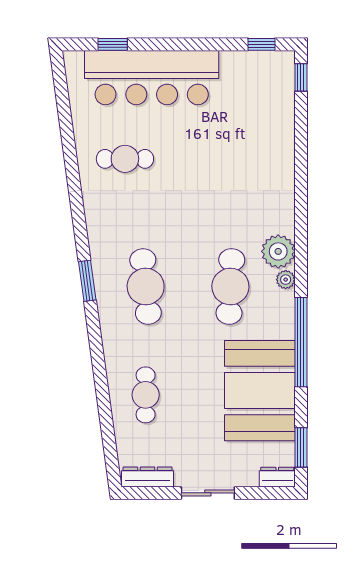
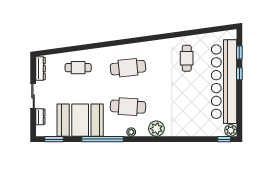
window: (261, 44) -> (239, 74), moved
plant: (282, 63) -> (231, 130), added
bar counter: (152, 78) -> (224, 82), width x1.36
plant: (278, 251) -> (156, 129), moved
window: (87, 281) -> (131, 41), removed
dresser: (277, 477) -> (40, 117), moved

